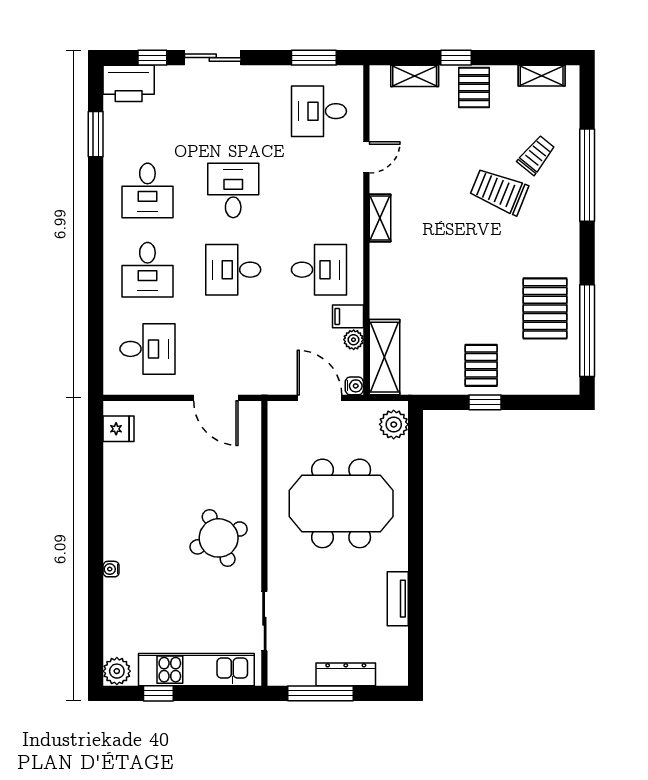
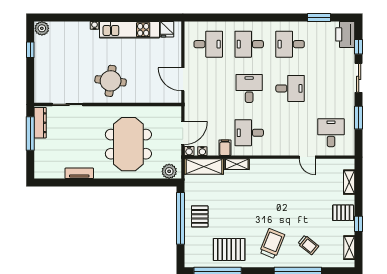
window: (314, 58) -> (359, 118), moved
window: (456, 58) -> (359, 224), moved
trolley: (499, 191) -> (272, 244), moved
shelving: (380, 218) -> (237, 164), moved
desk: (319, 270) -> (249, 133), turned 90
plant: (354, 340) -> (213, 151), removed
desk: (147, 349) -> (208, 44), turned -90
water cooler: (355, 360) -> (202, 151), added
pallet: (481, 365) -> (200, 216), turned 90
door: (216, 398) -> (183, 79), hinge flipped
window: (485, 402) -> (181, 218), width x3.17
round table: (219, 538) -> (111, 81), turned 30
kitchen unit: (196, 670) -> (129, 30), moved, turned 90
dresser: (346, 674) -> (40, 123), moved

